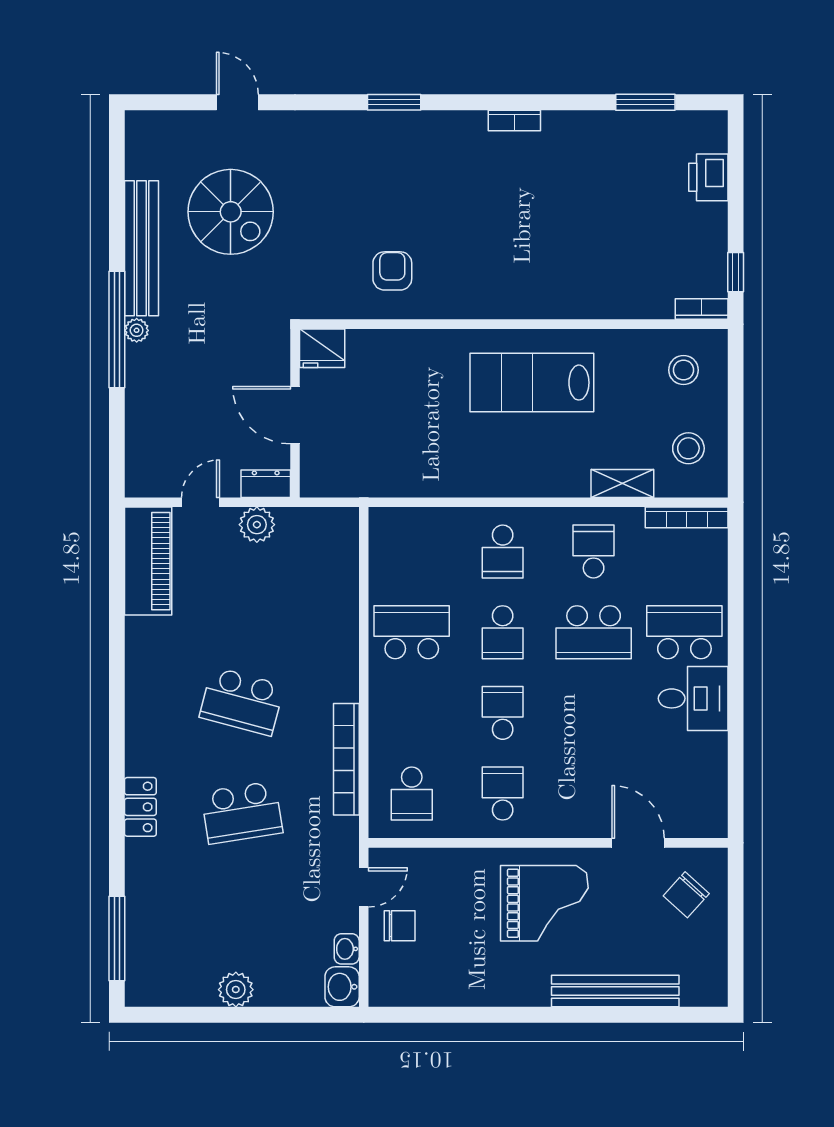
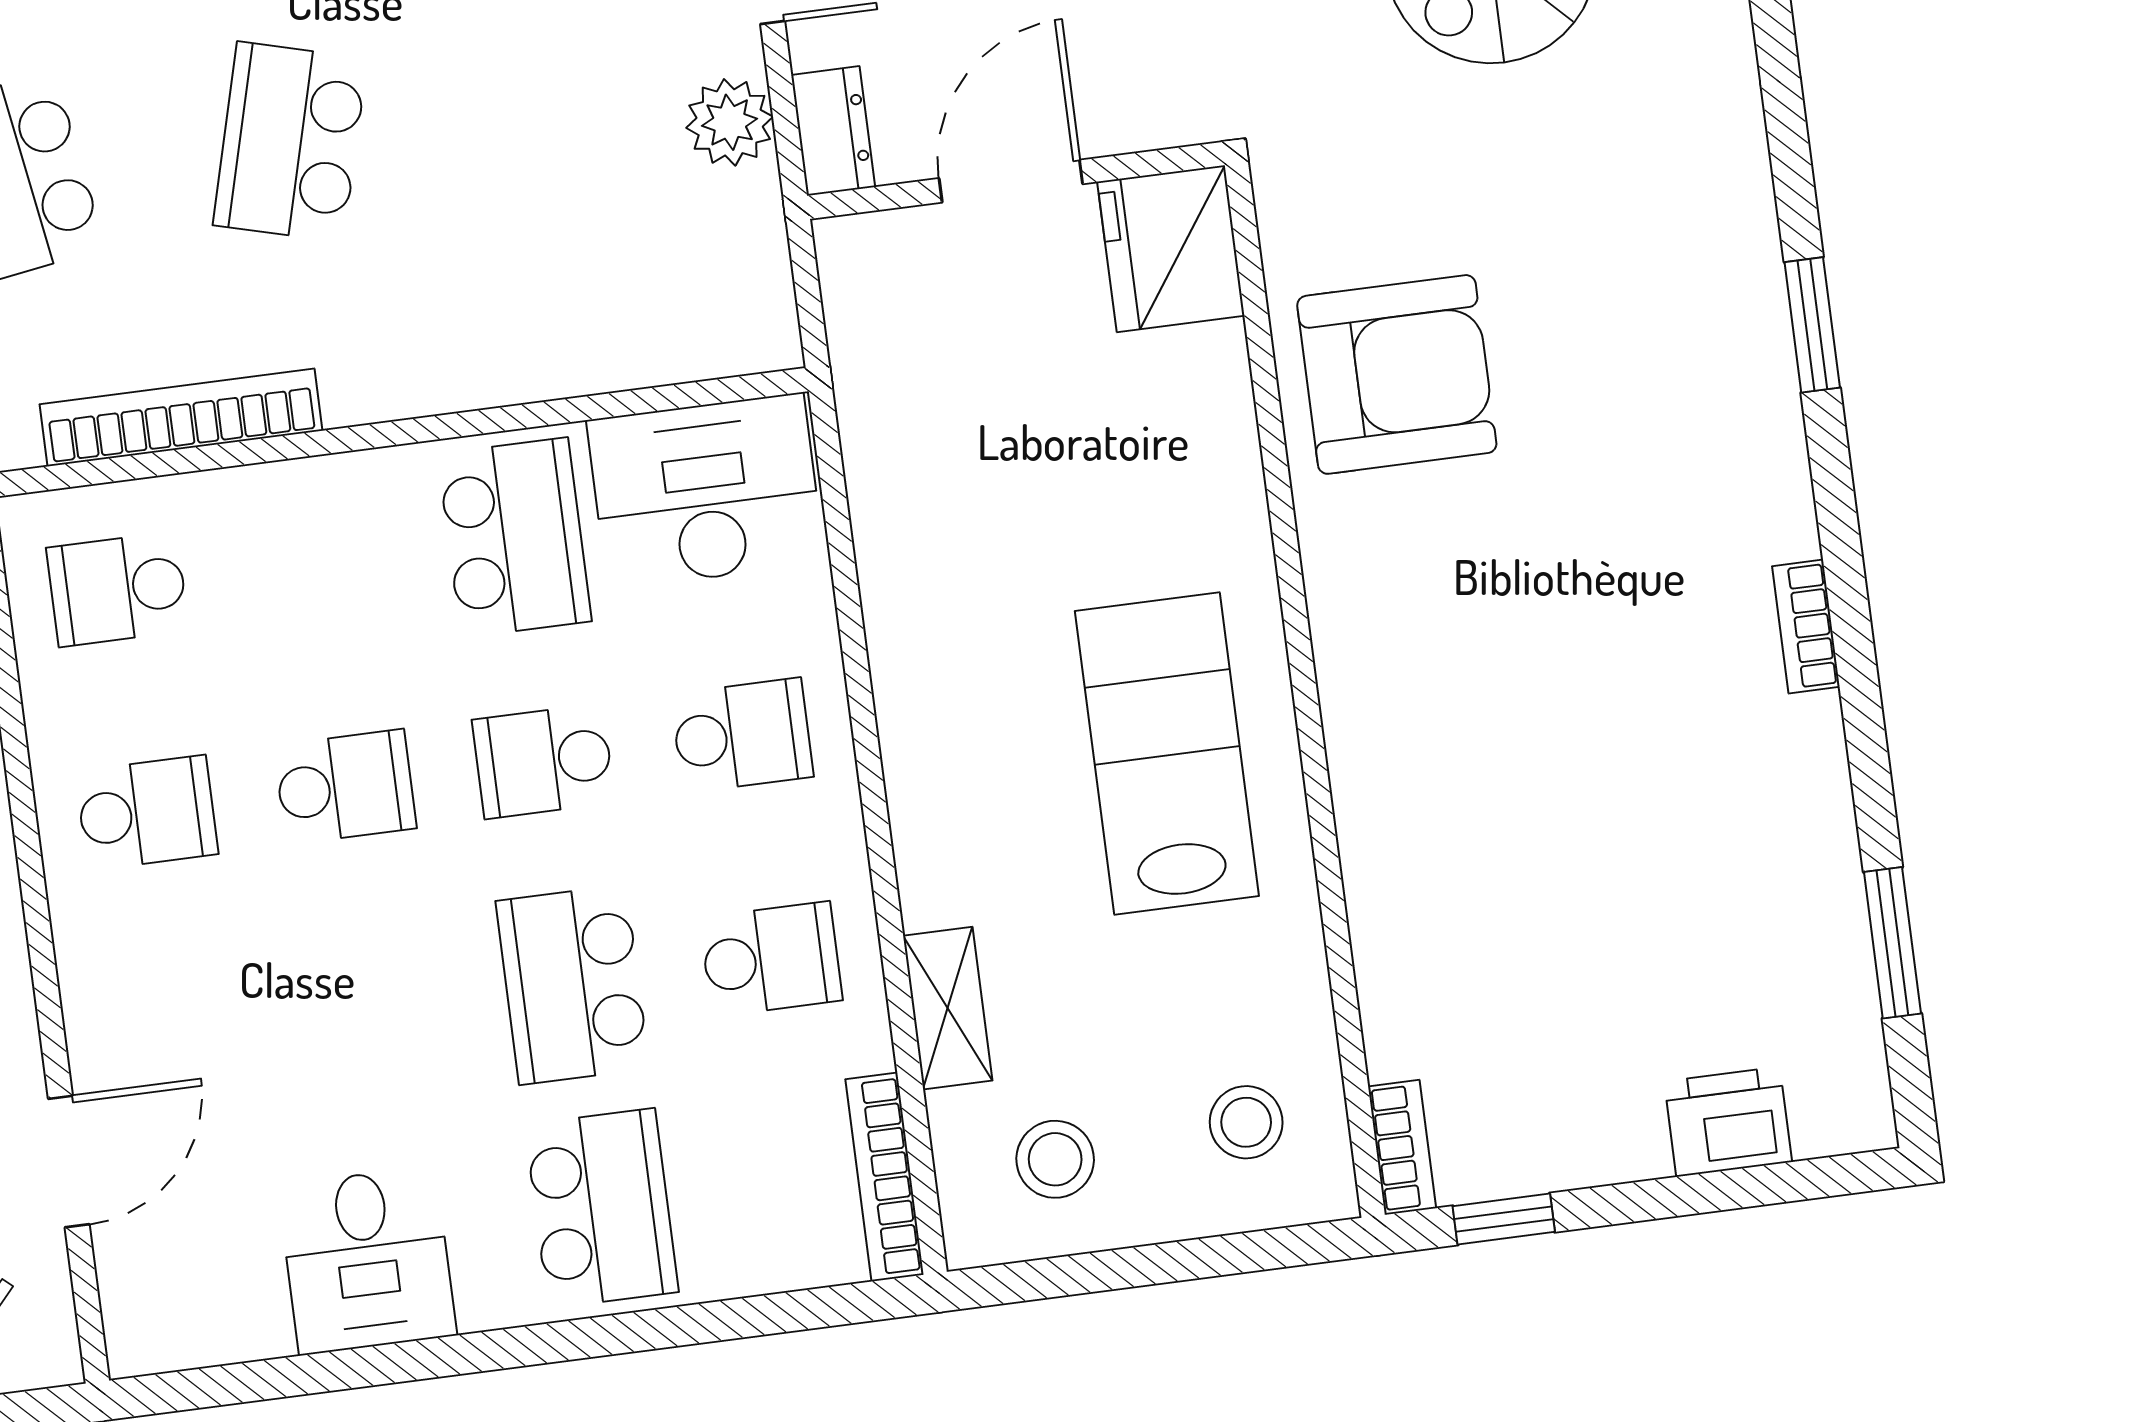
armchair: (392, 271) -> (1397, 374), width x1.88, depth x1.88
fridge: (322, 348) -> (1171, 249), width x1.36, depth x1.34
school desk: (503, 552) -> (742, 735), turned 180
desk: (403, 553) -> (706, 491), added
desk: (693, 698) -> (367, 1260), moved

